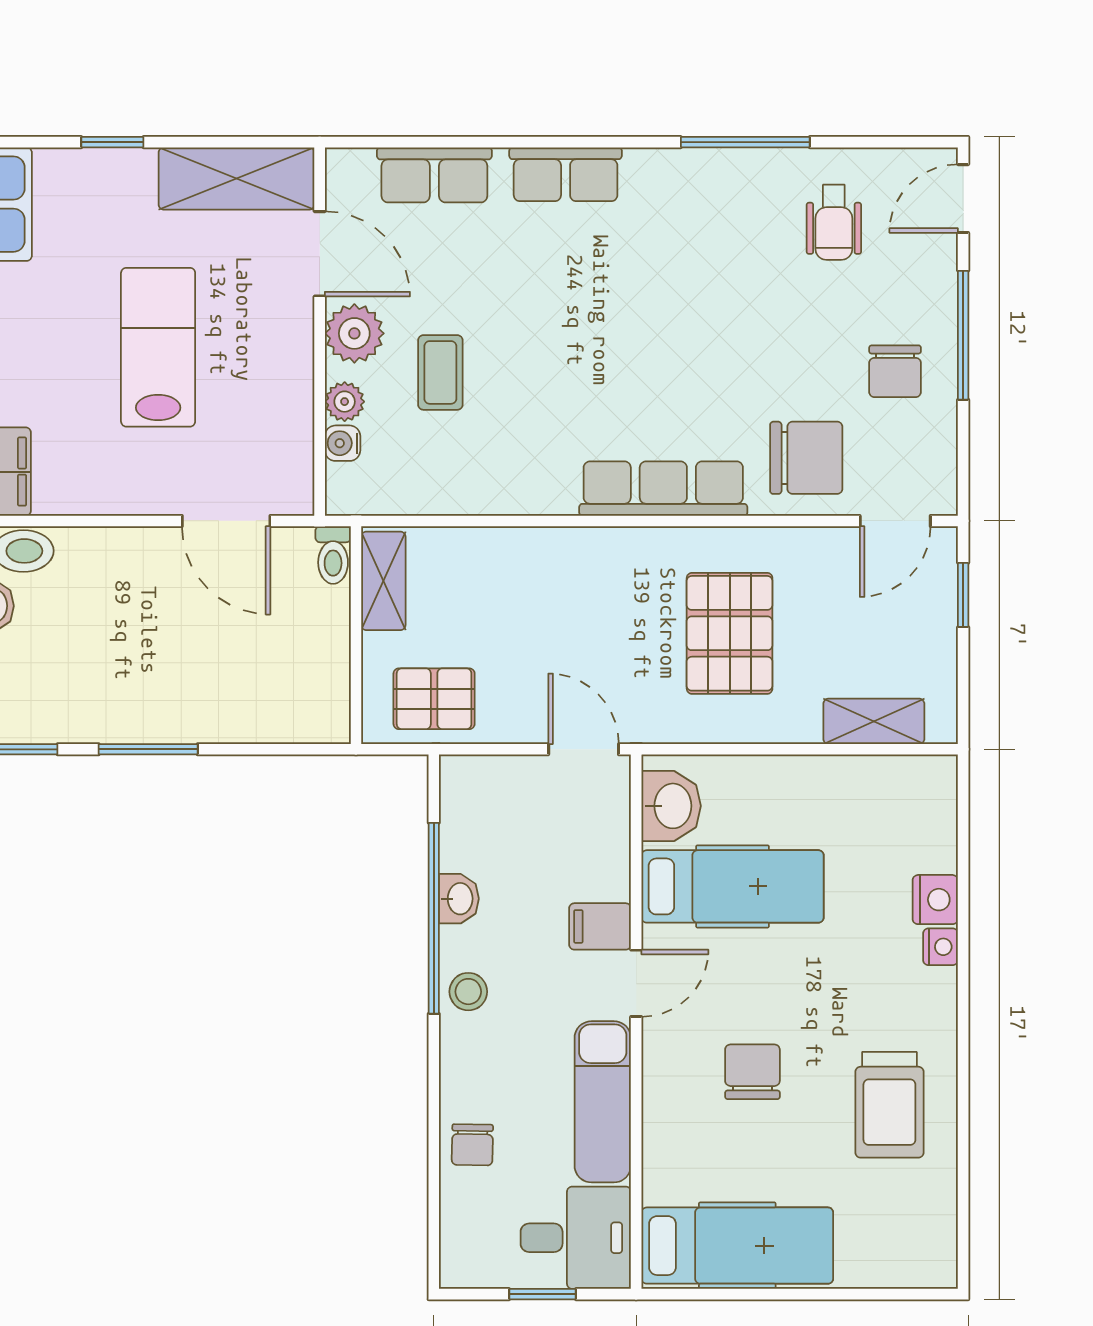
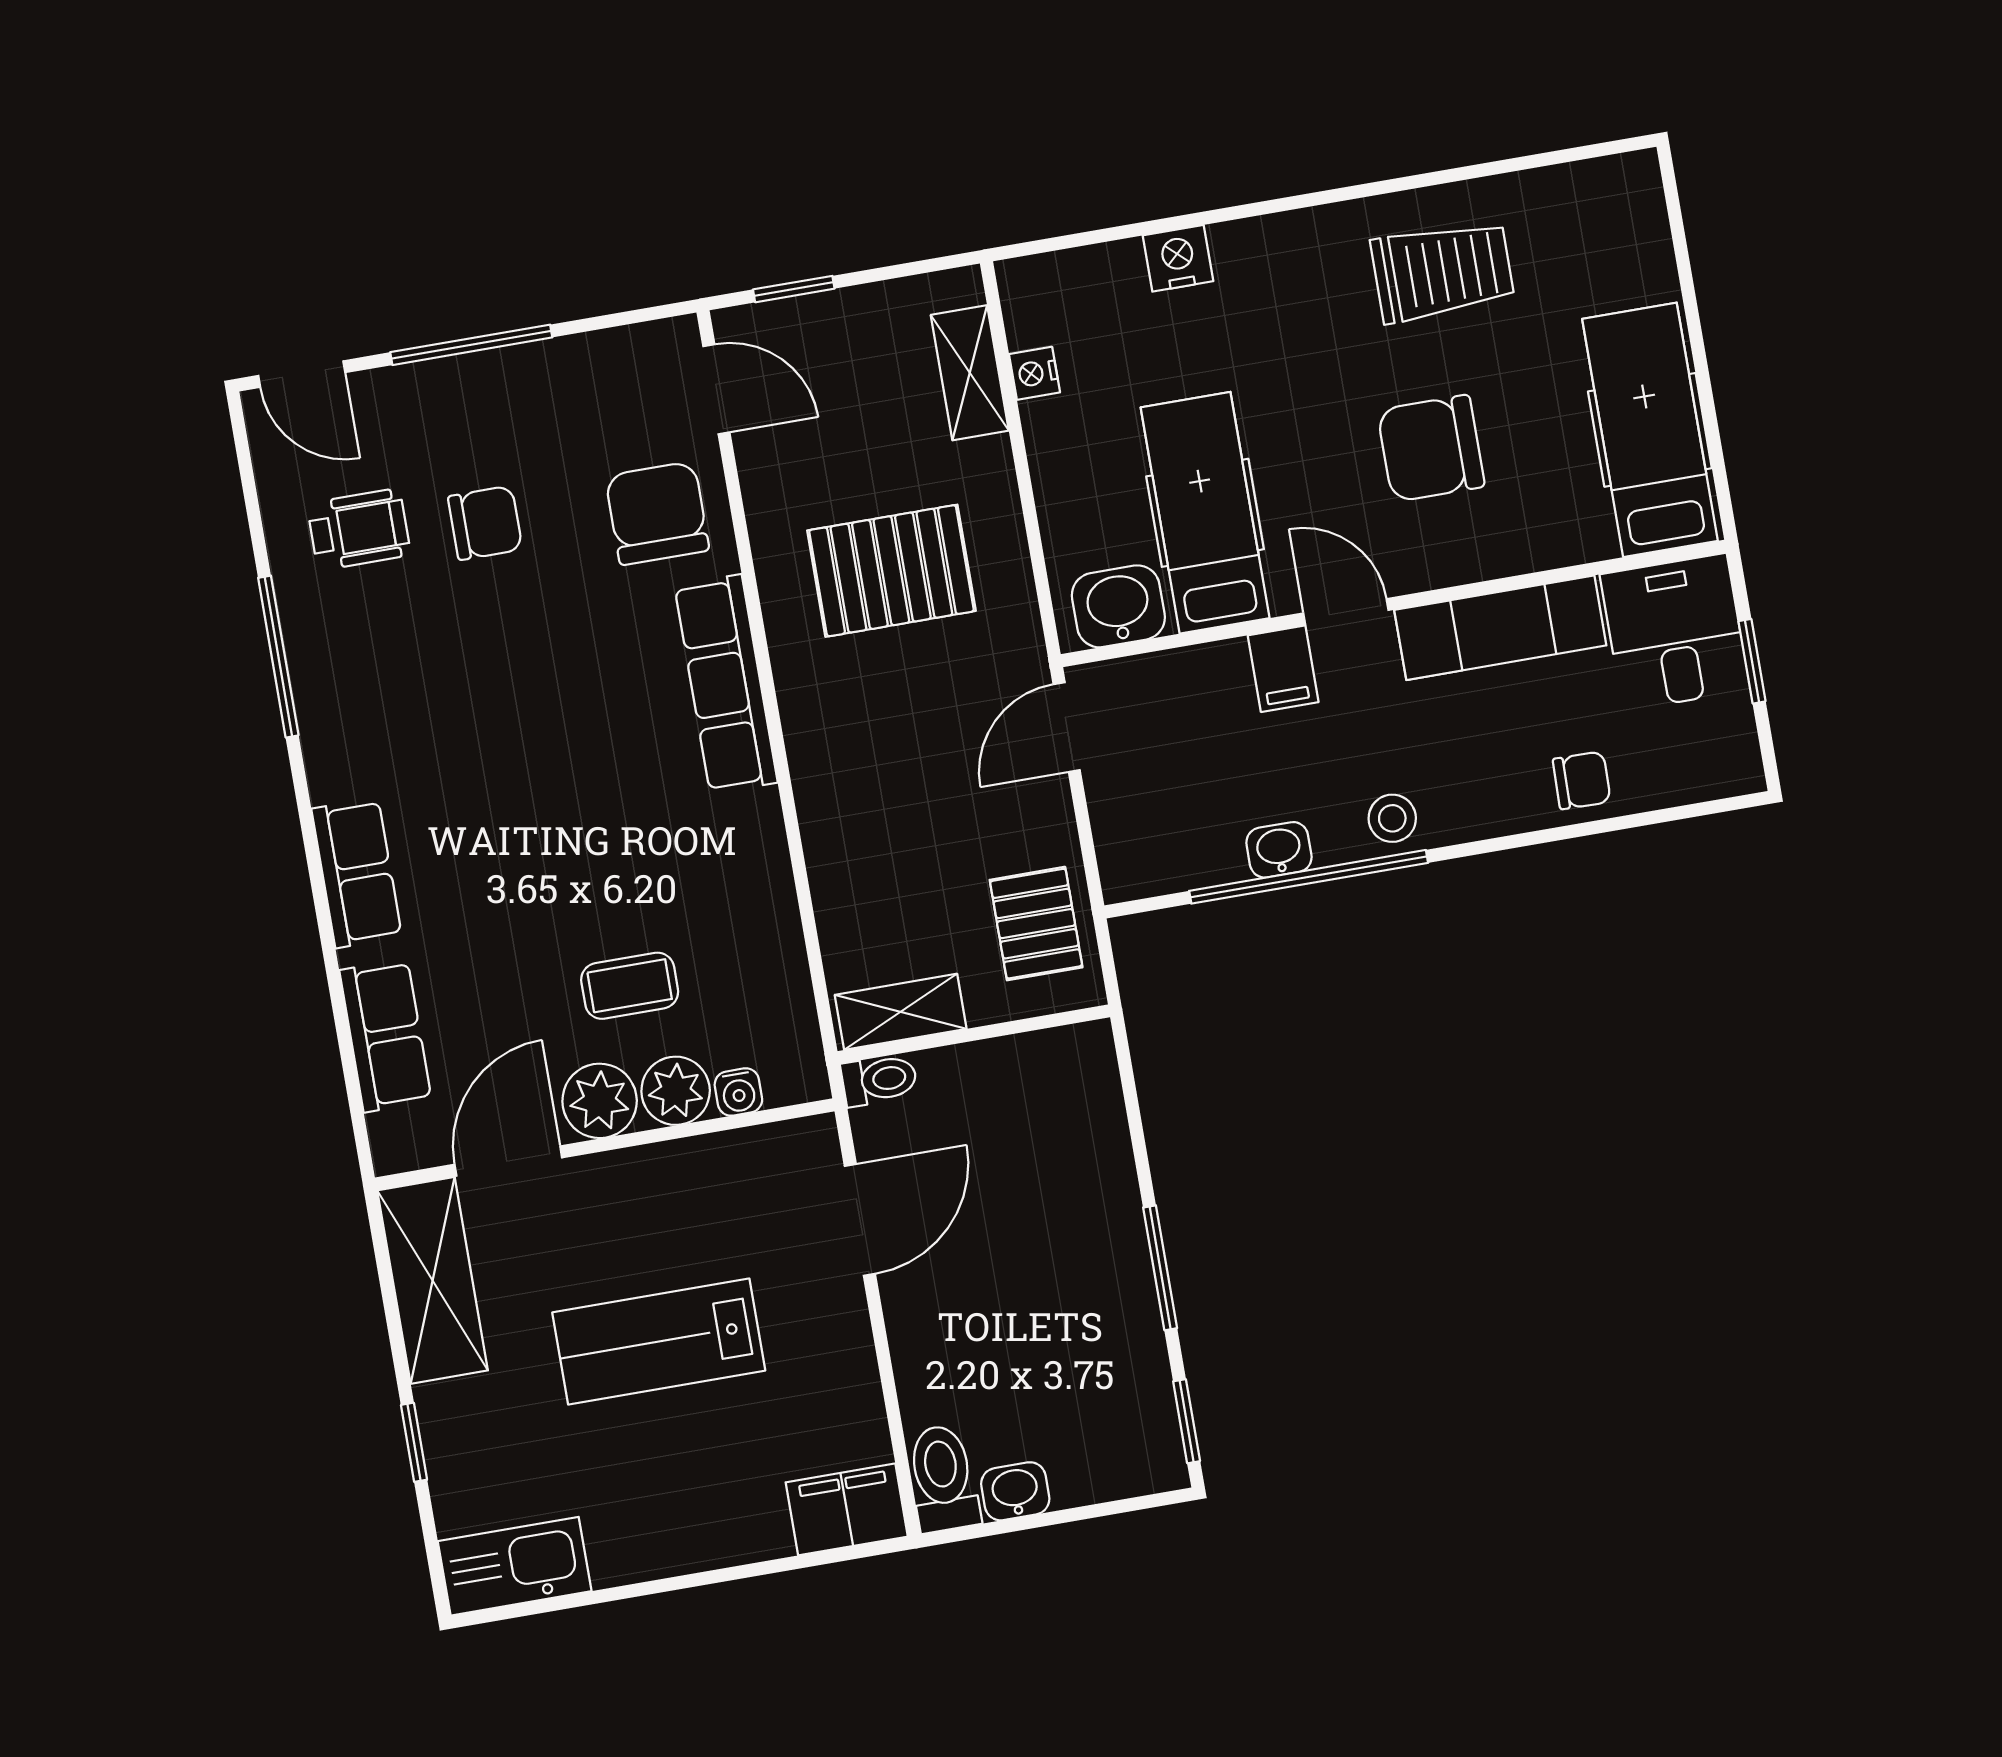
chair: (895, 371) -> (485, 523), moved
plant: (345, 402) -> (676, 1091), width x1.38, depth x1.38
nightstand: (940, 947) -> (1034, 373), moved, turned -90
chair: (752, 1072) -> (1431, 448), width x1.37, depth x1.37

